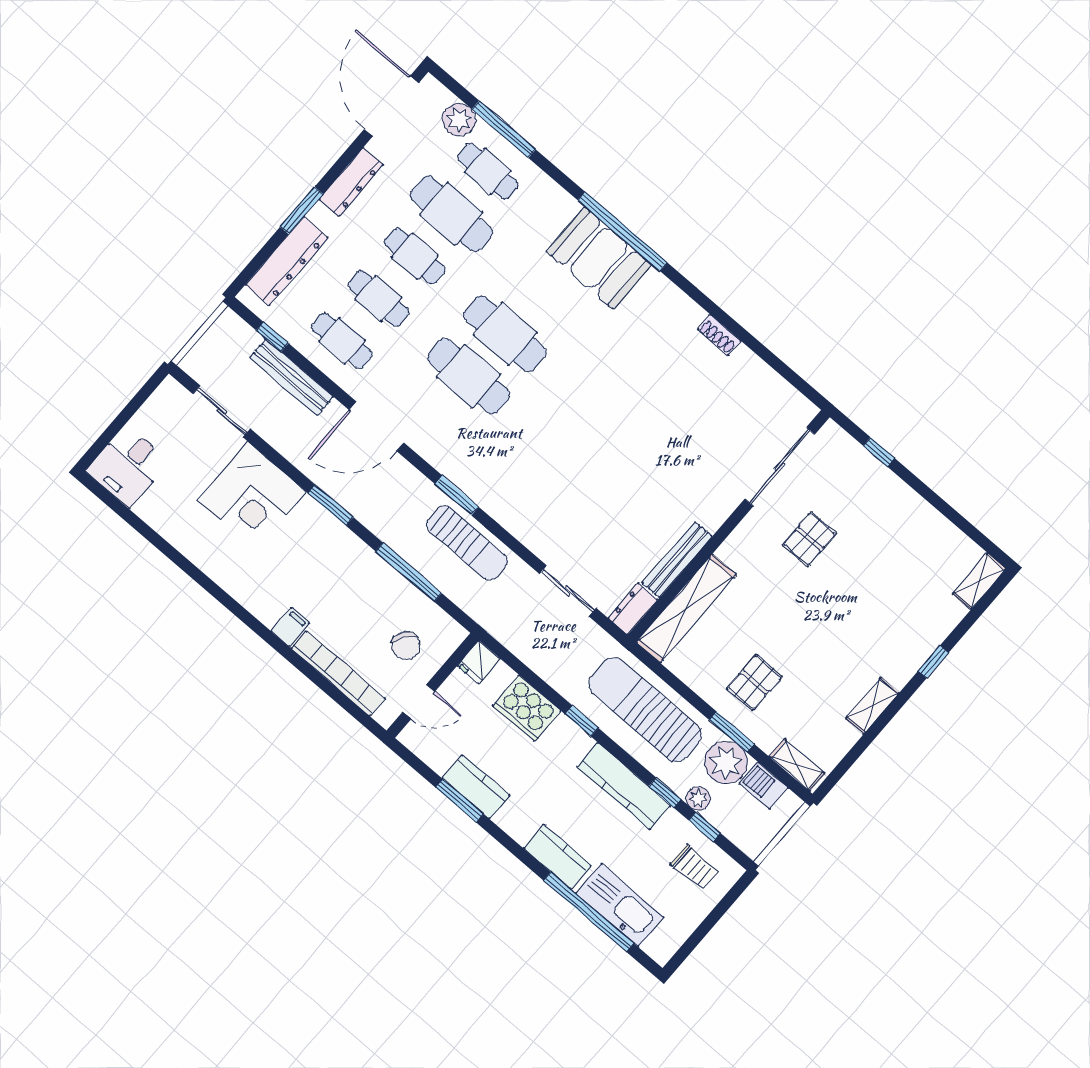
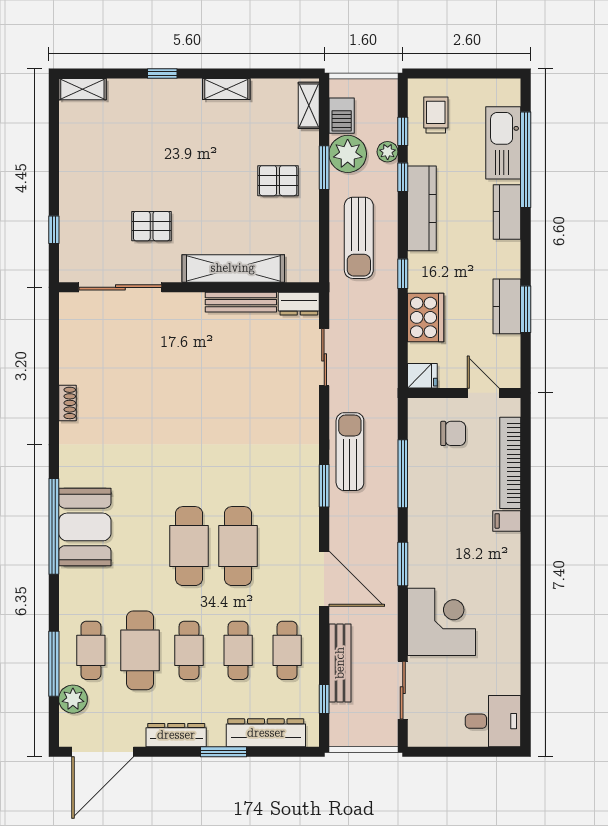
shelving: (686, 608) -> (233, 268), moved
chair: (406, 646) -> (453, 433), turned 53
sun lounger: (645, 710) -> (359, 238), width x0.73, depth x0.75

